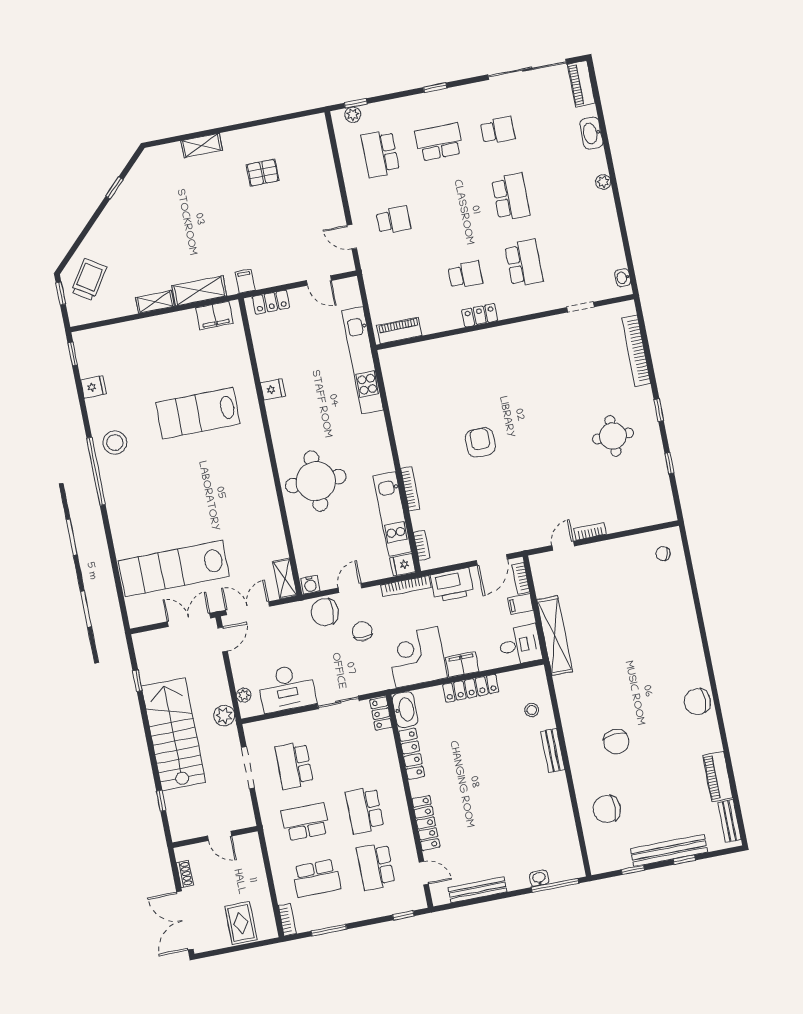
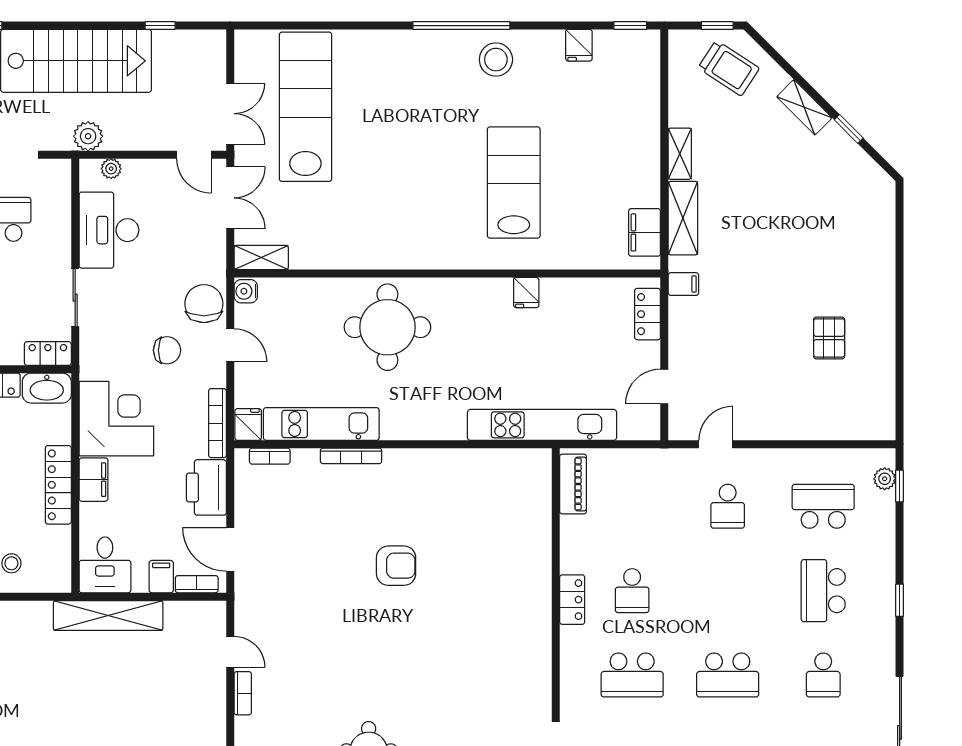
school desk: (439, 142) -> (823, 591), turned 180
shelving: (202, 146) -> (804, 107), moved, turned -45

